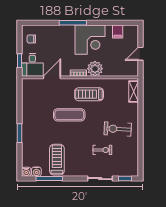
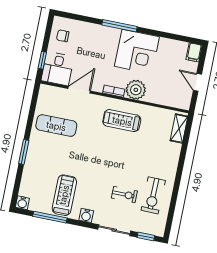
filing cabinet: (118, 31) -> (194, 52), moved
door: (141, 54) -> (197, 82), hinge flipped
exercise mat: (69, 115) -> (56, 126), moved
exercise bike: (118, 129) -> (153, 195), moved, turned -92
water cooler: (36, 172) -> (86, 215), moved

